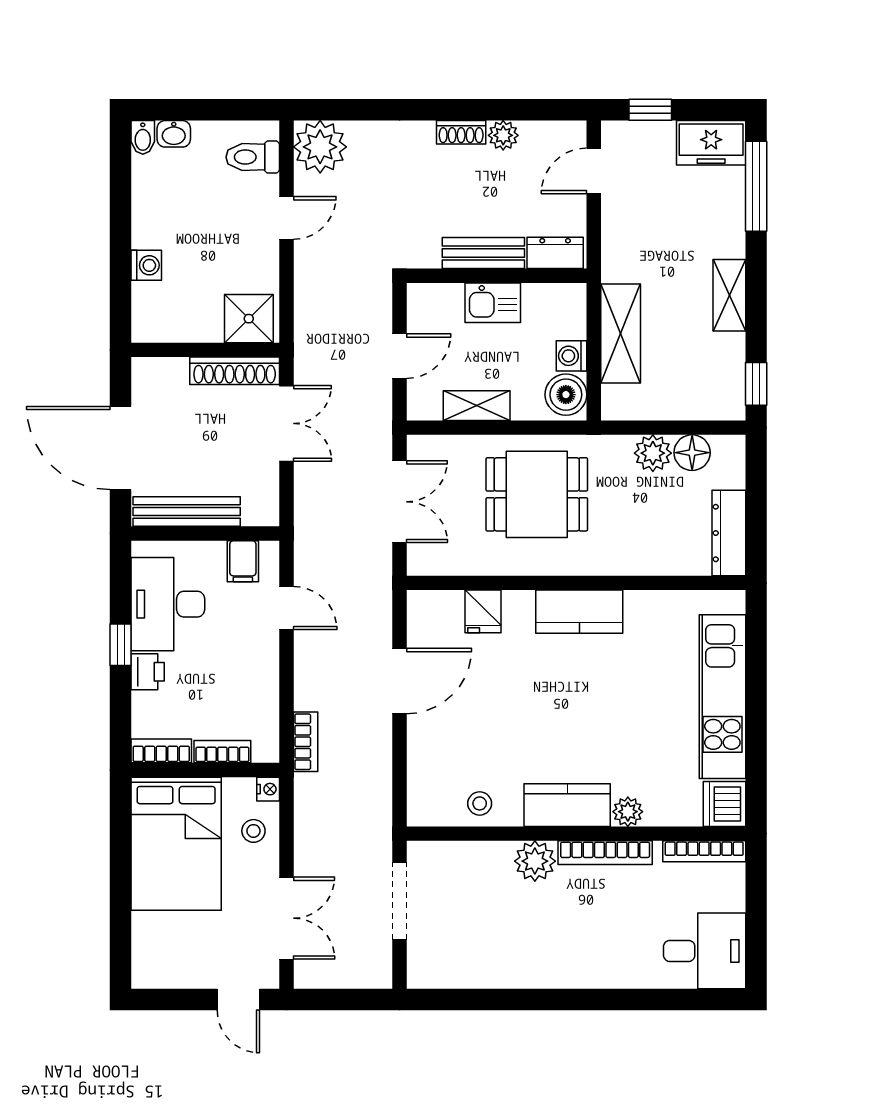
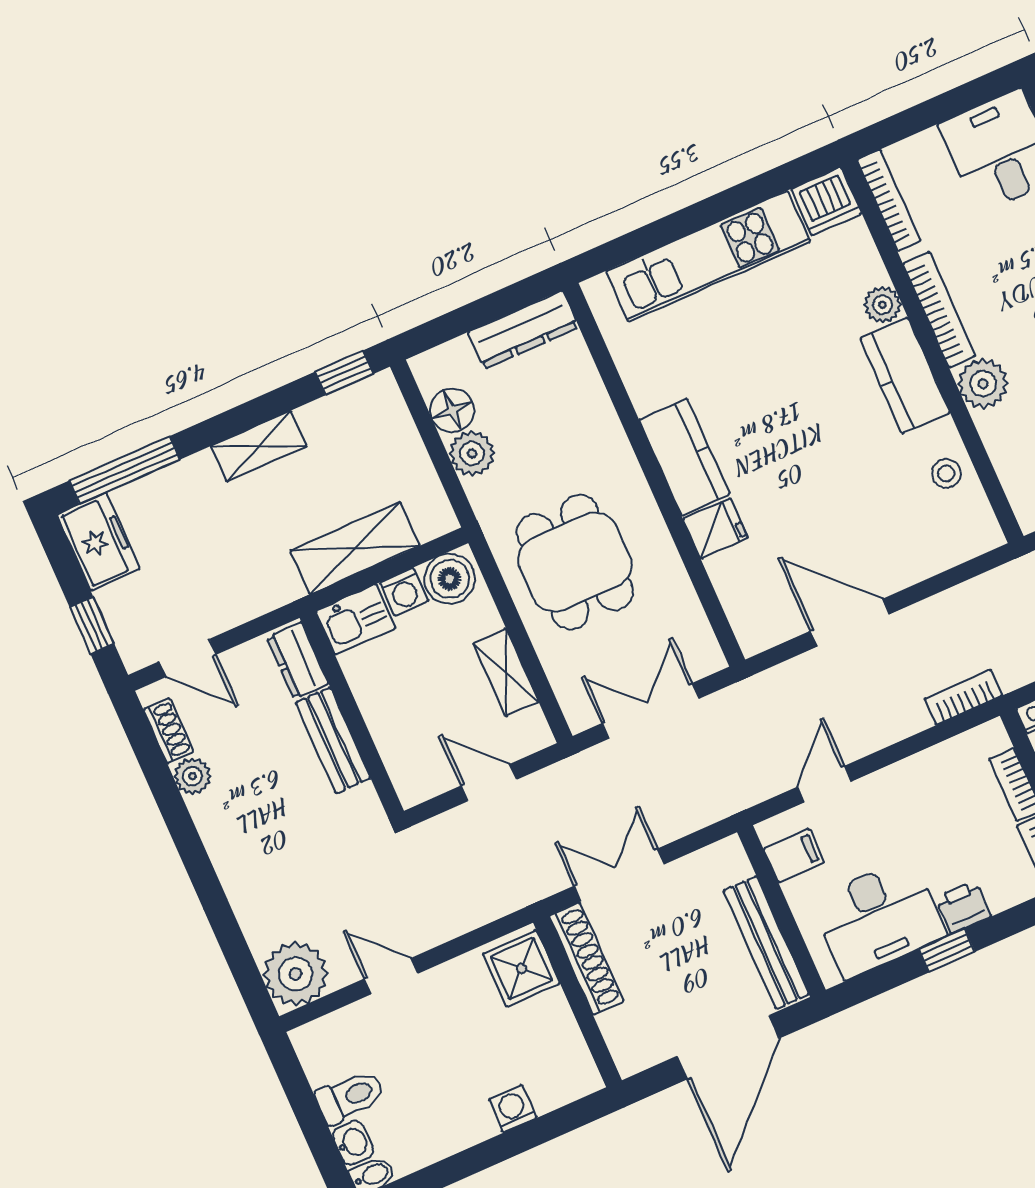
shoe rack: (461, 132) -> (168, 731), moved
toilet: (253, 157) -> (350, 1097), moved, turned -90
kitchen sink: (493, 303) -> (356, 619), moved, turned 90
fridge: (483, 611) -> (716, 529), moved

